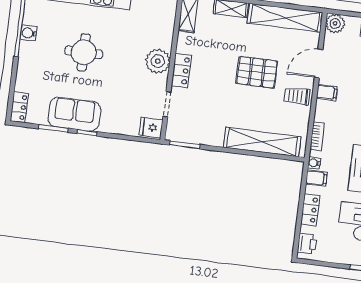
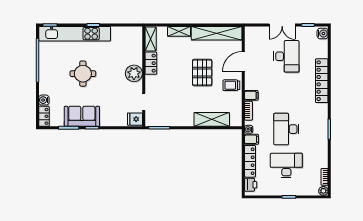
plant: (335, 23) -> (251, 33), removed
water cooler: (29, 33) -> (44, 100), moved
locker: (181, 71) -> (151, 63), moved
pallet: (257, 72) -> (202, 73), turned 90
filing cabinet: (327, 93) -> (251, 95), moved
shelving: (262, 142) -> (212, 119), width x0.68
locker: (310, 210) -> (250, 161), width x1.53

